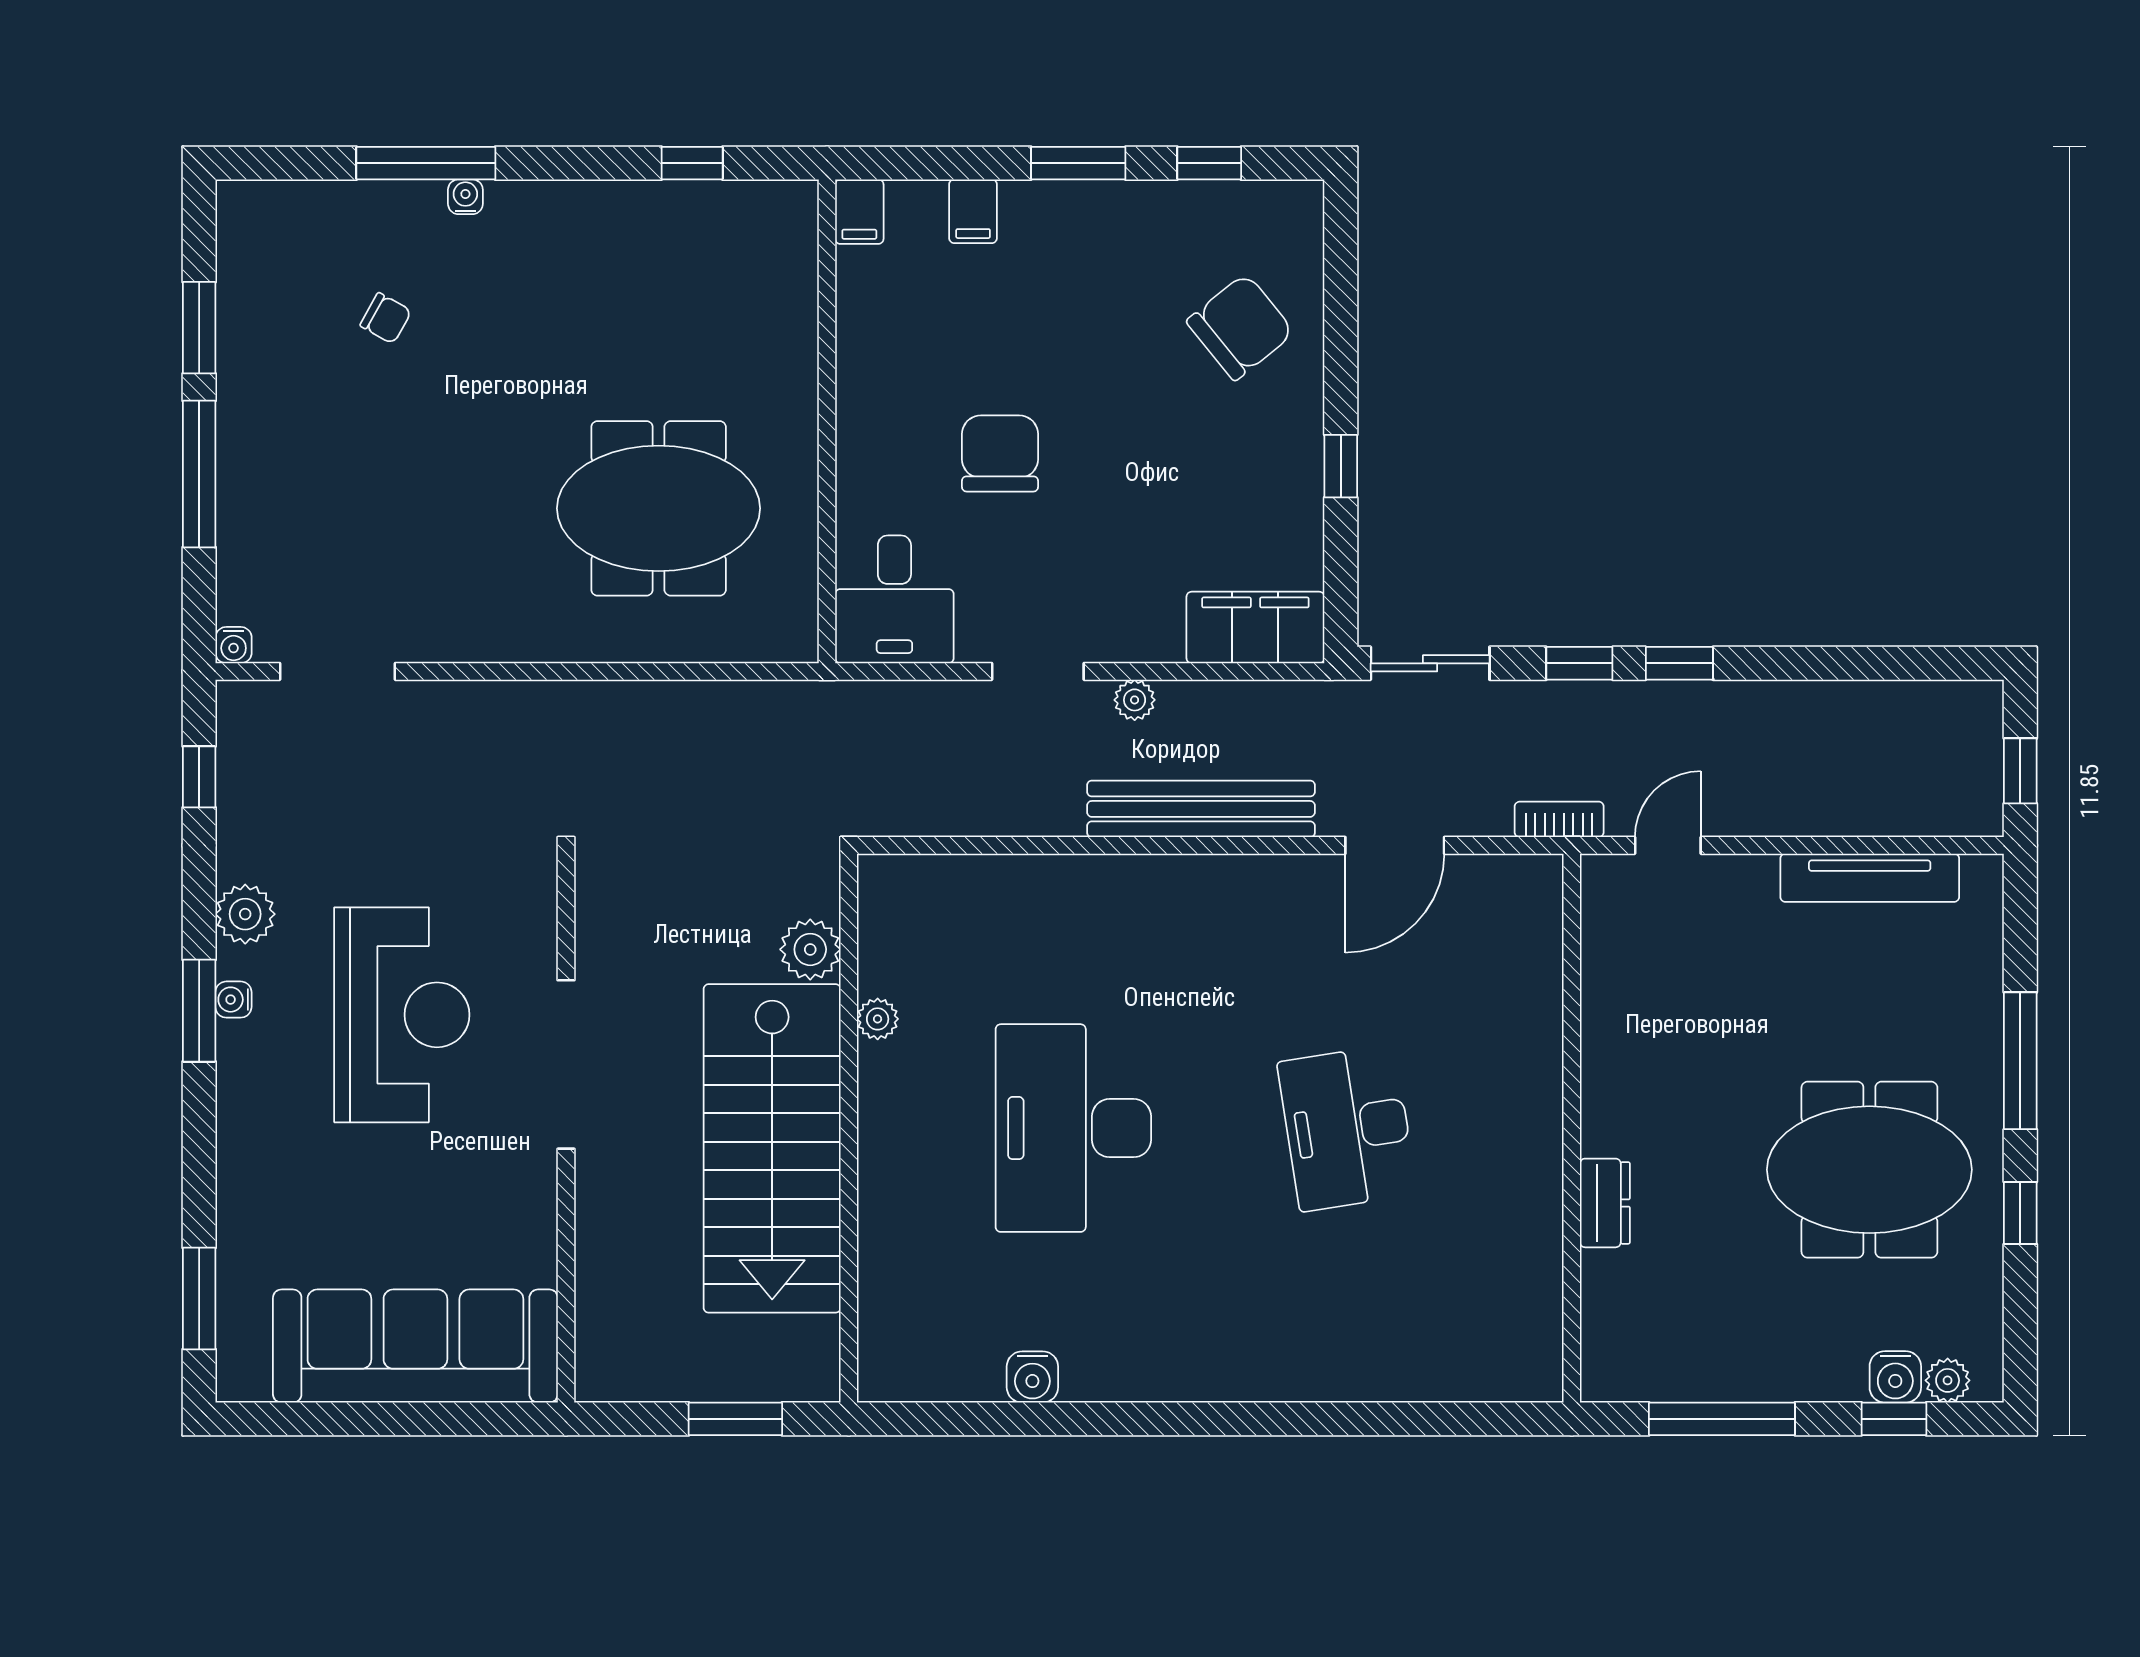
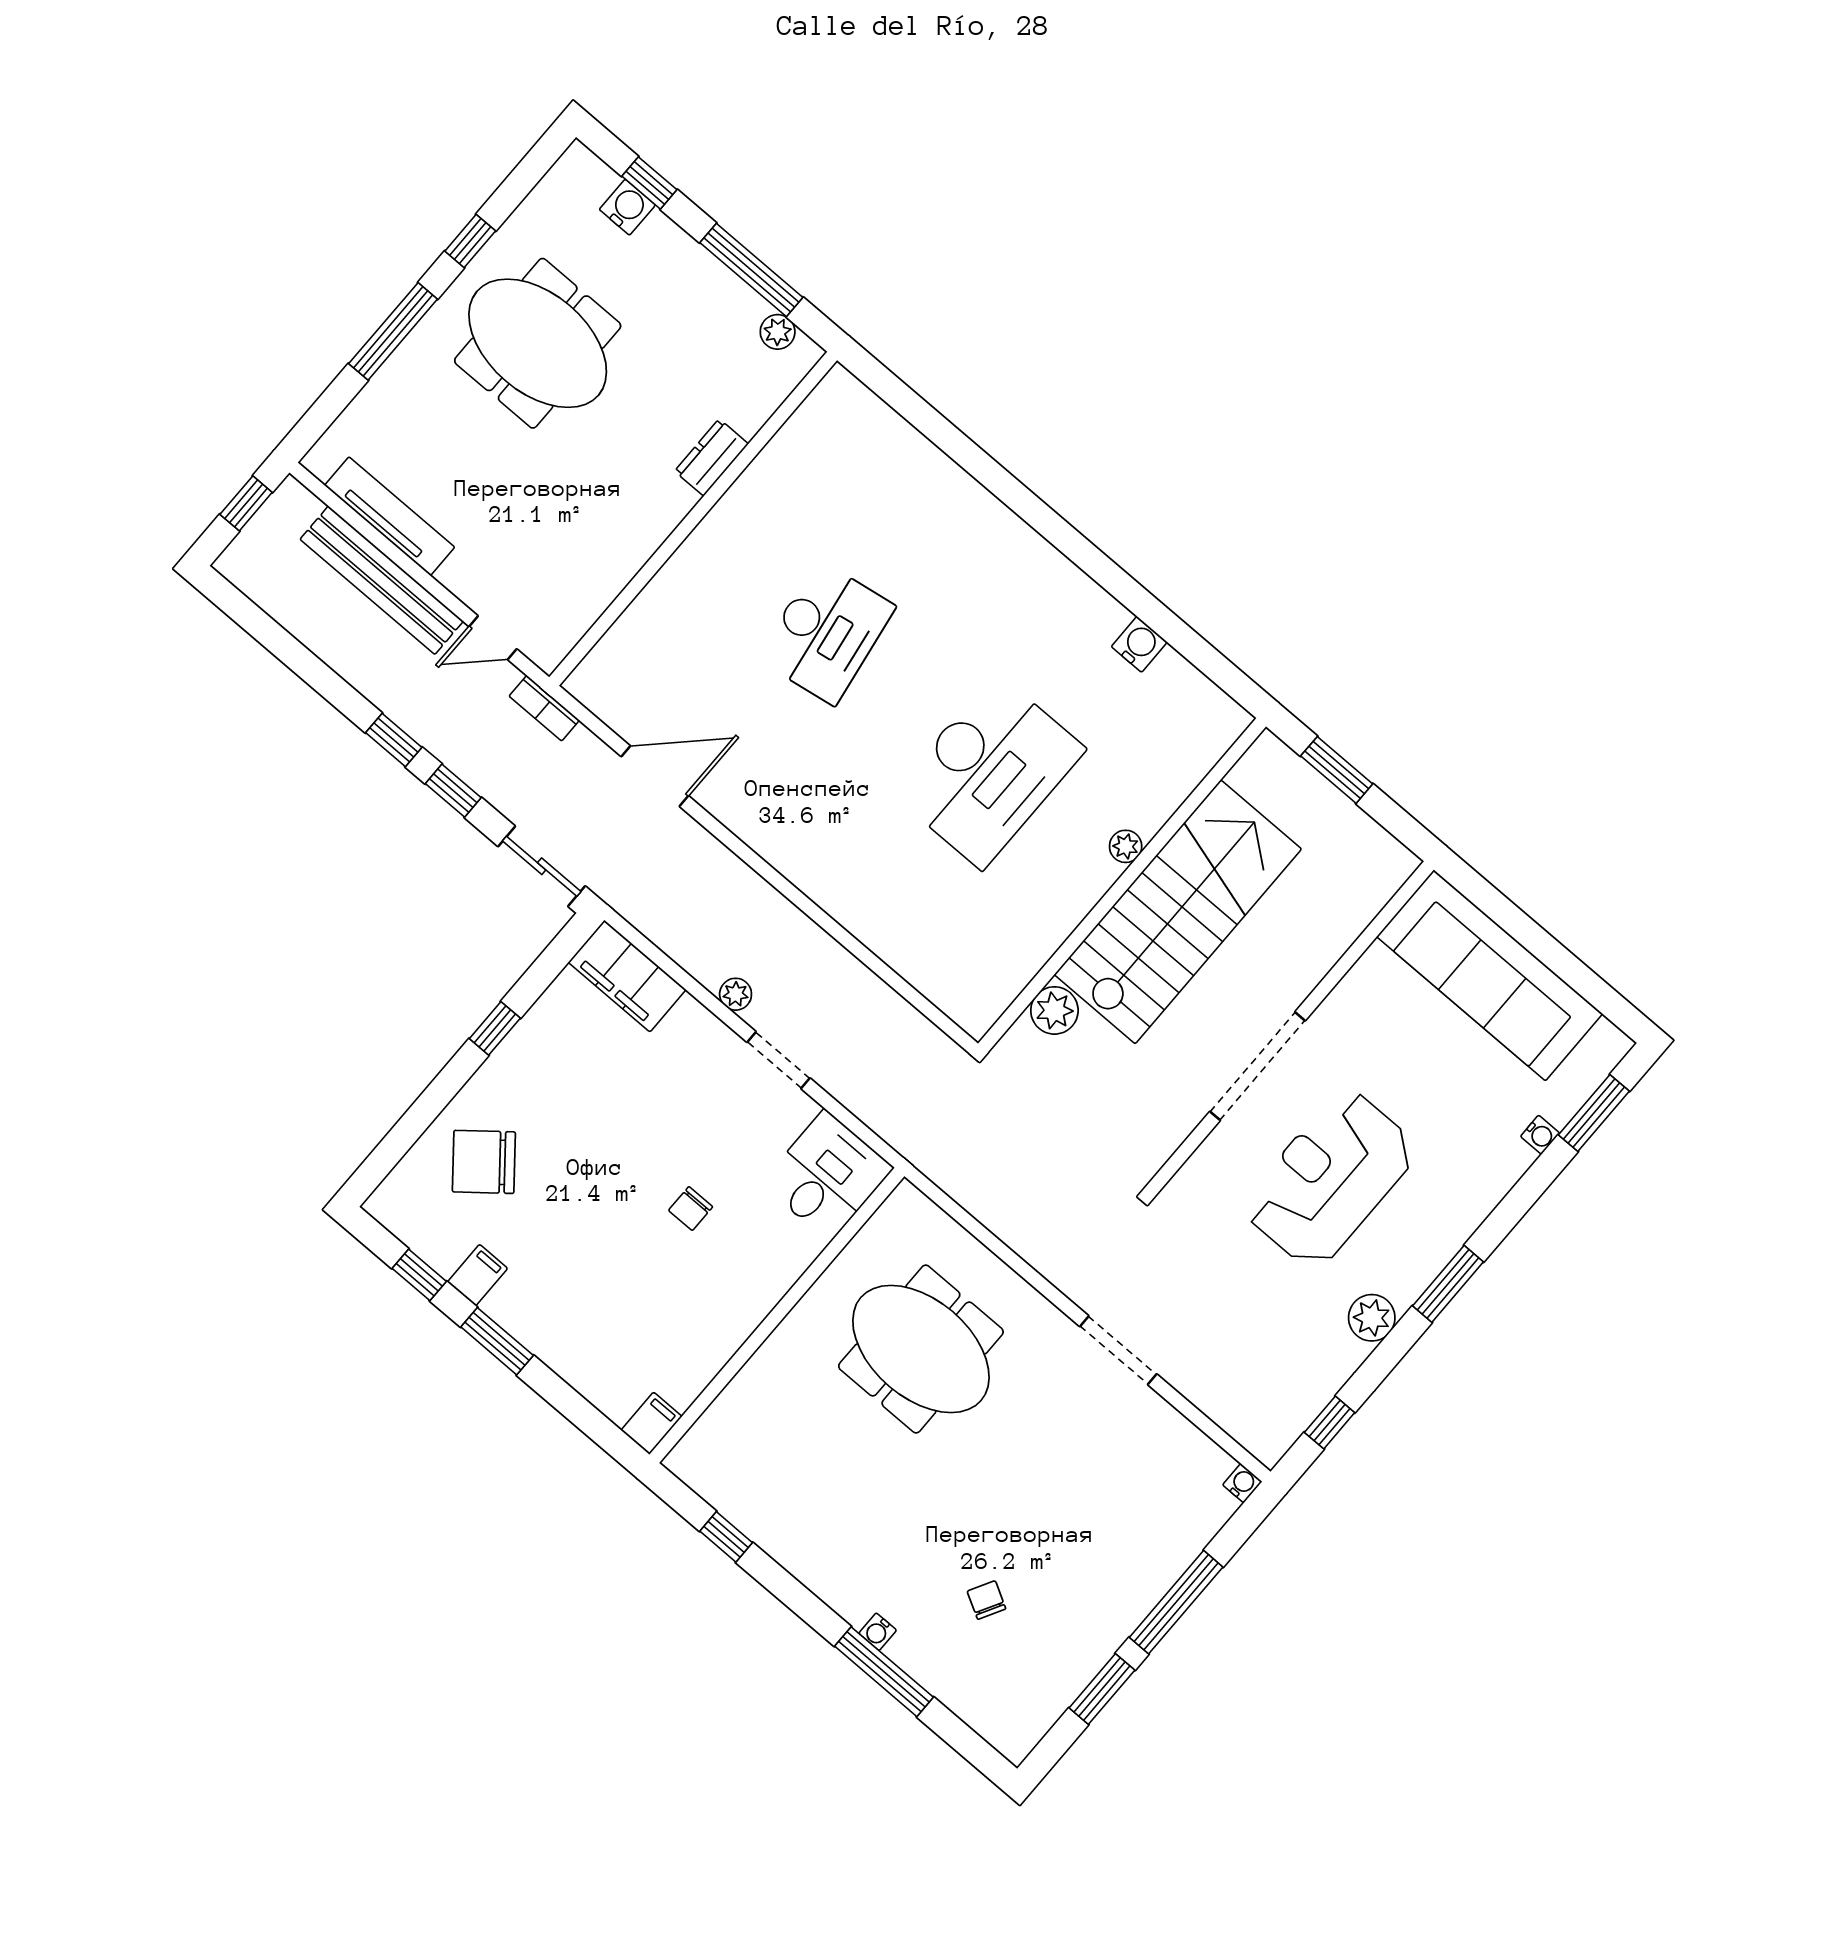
filing cabinet: (973, 211) -> (478, 1275), moved
chair: (1000, 454) -> (691, 1209), width x0.54, depth x0.54
doorway: (338, 671) -> (1118, 1350), moved
bench: (1201, 809) -> (382, 580), moved
water cooler: (233, 1000) -> (1540, 1135), moved
plant: (878, 1019) -> (1126, 846), moved
plant: (1948, 1380) -> (778, 332), moved

